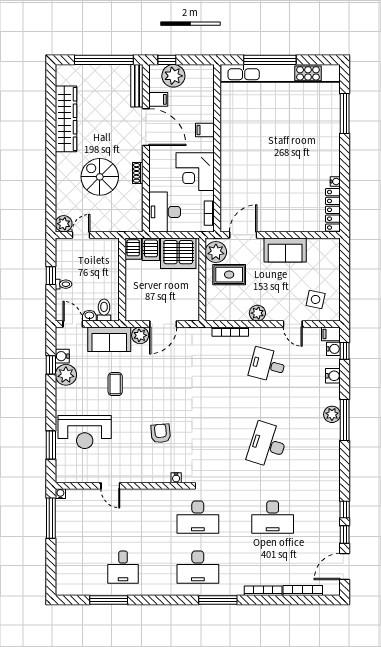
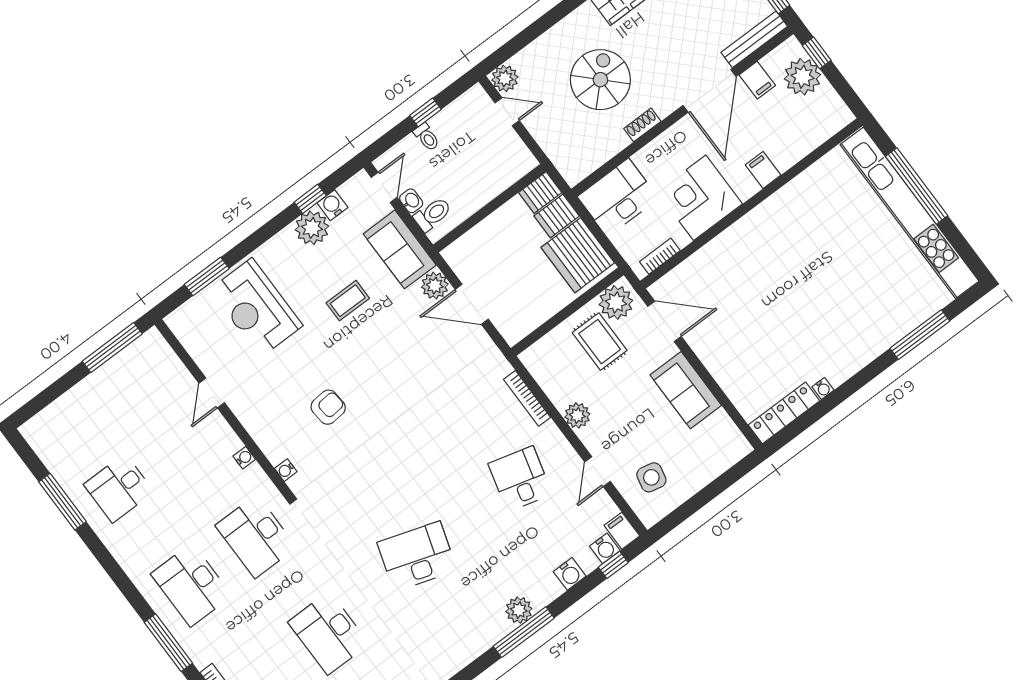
water cooler: (60, 494) -> (244, 458), moved

